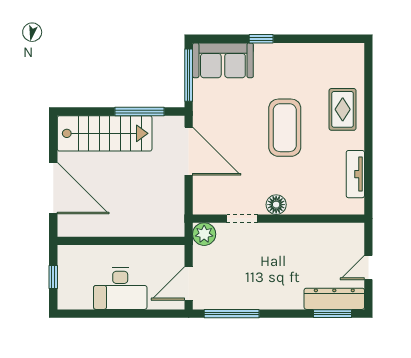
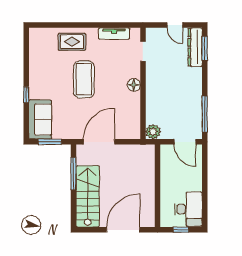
window: (189, 75) -> (50, 142), width x0.69
coffee table: (285, 128) -> (84, 79), turned 90
doorway: (242, 219) -> (143, 51), moved
desk: (120, 289) -> (188, 209), moved

